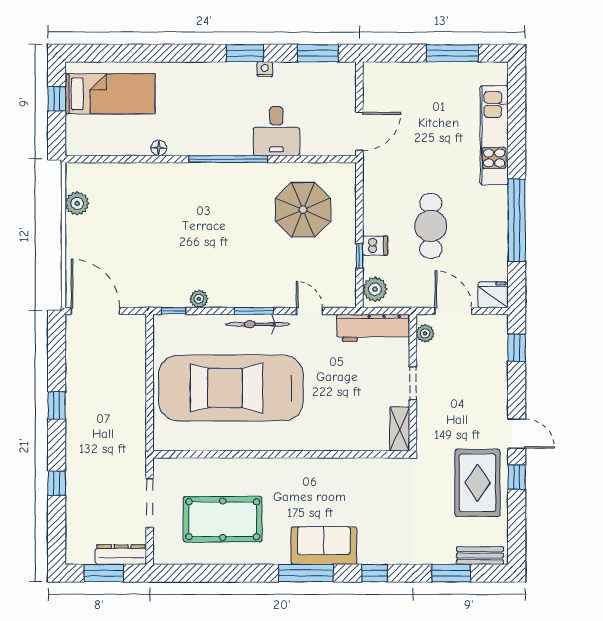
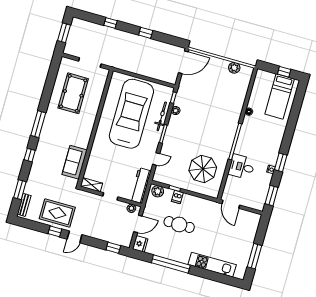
bicycle: (257, 324) -> (162, 116), moved
sofa: (324, 546) -> (75, 162), moved, turned 180
dresser: (121, 555) -> (70, 43), removed

